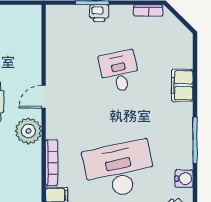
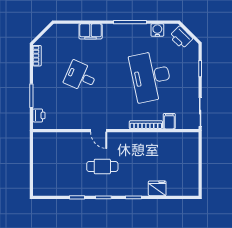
printer: (99, 13) -> (39, 115), moved
desk: (119, 71) -> (81, 76), turned 36
plant: (28, 131) -> (123, 141), removed

